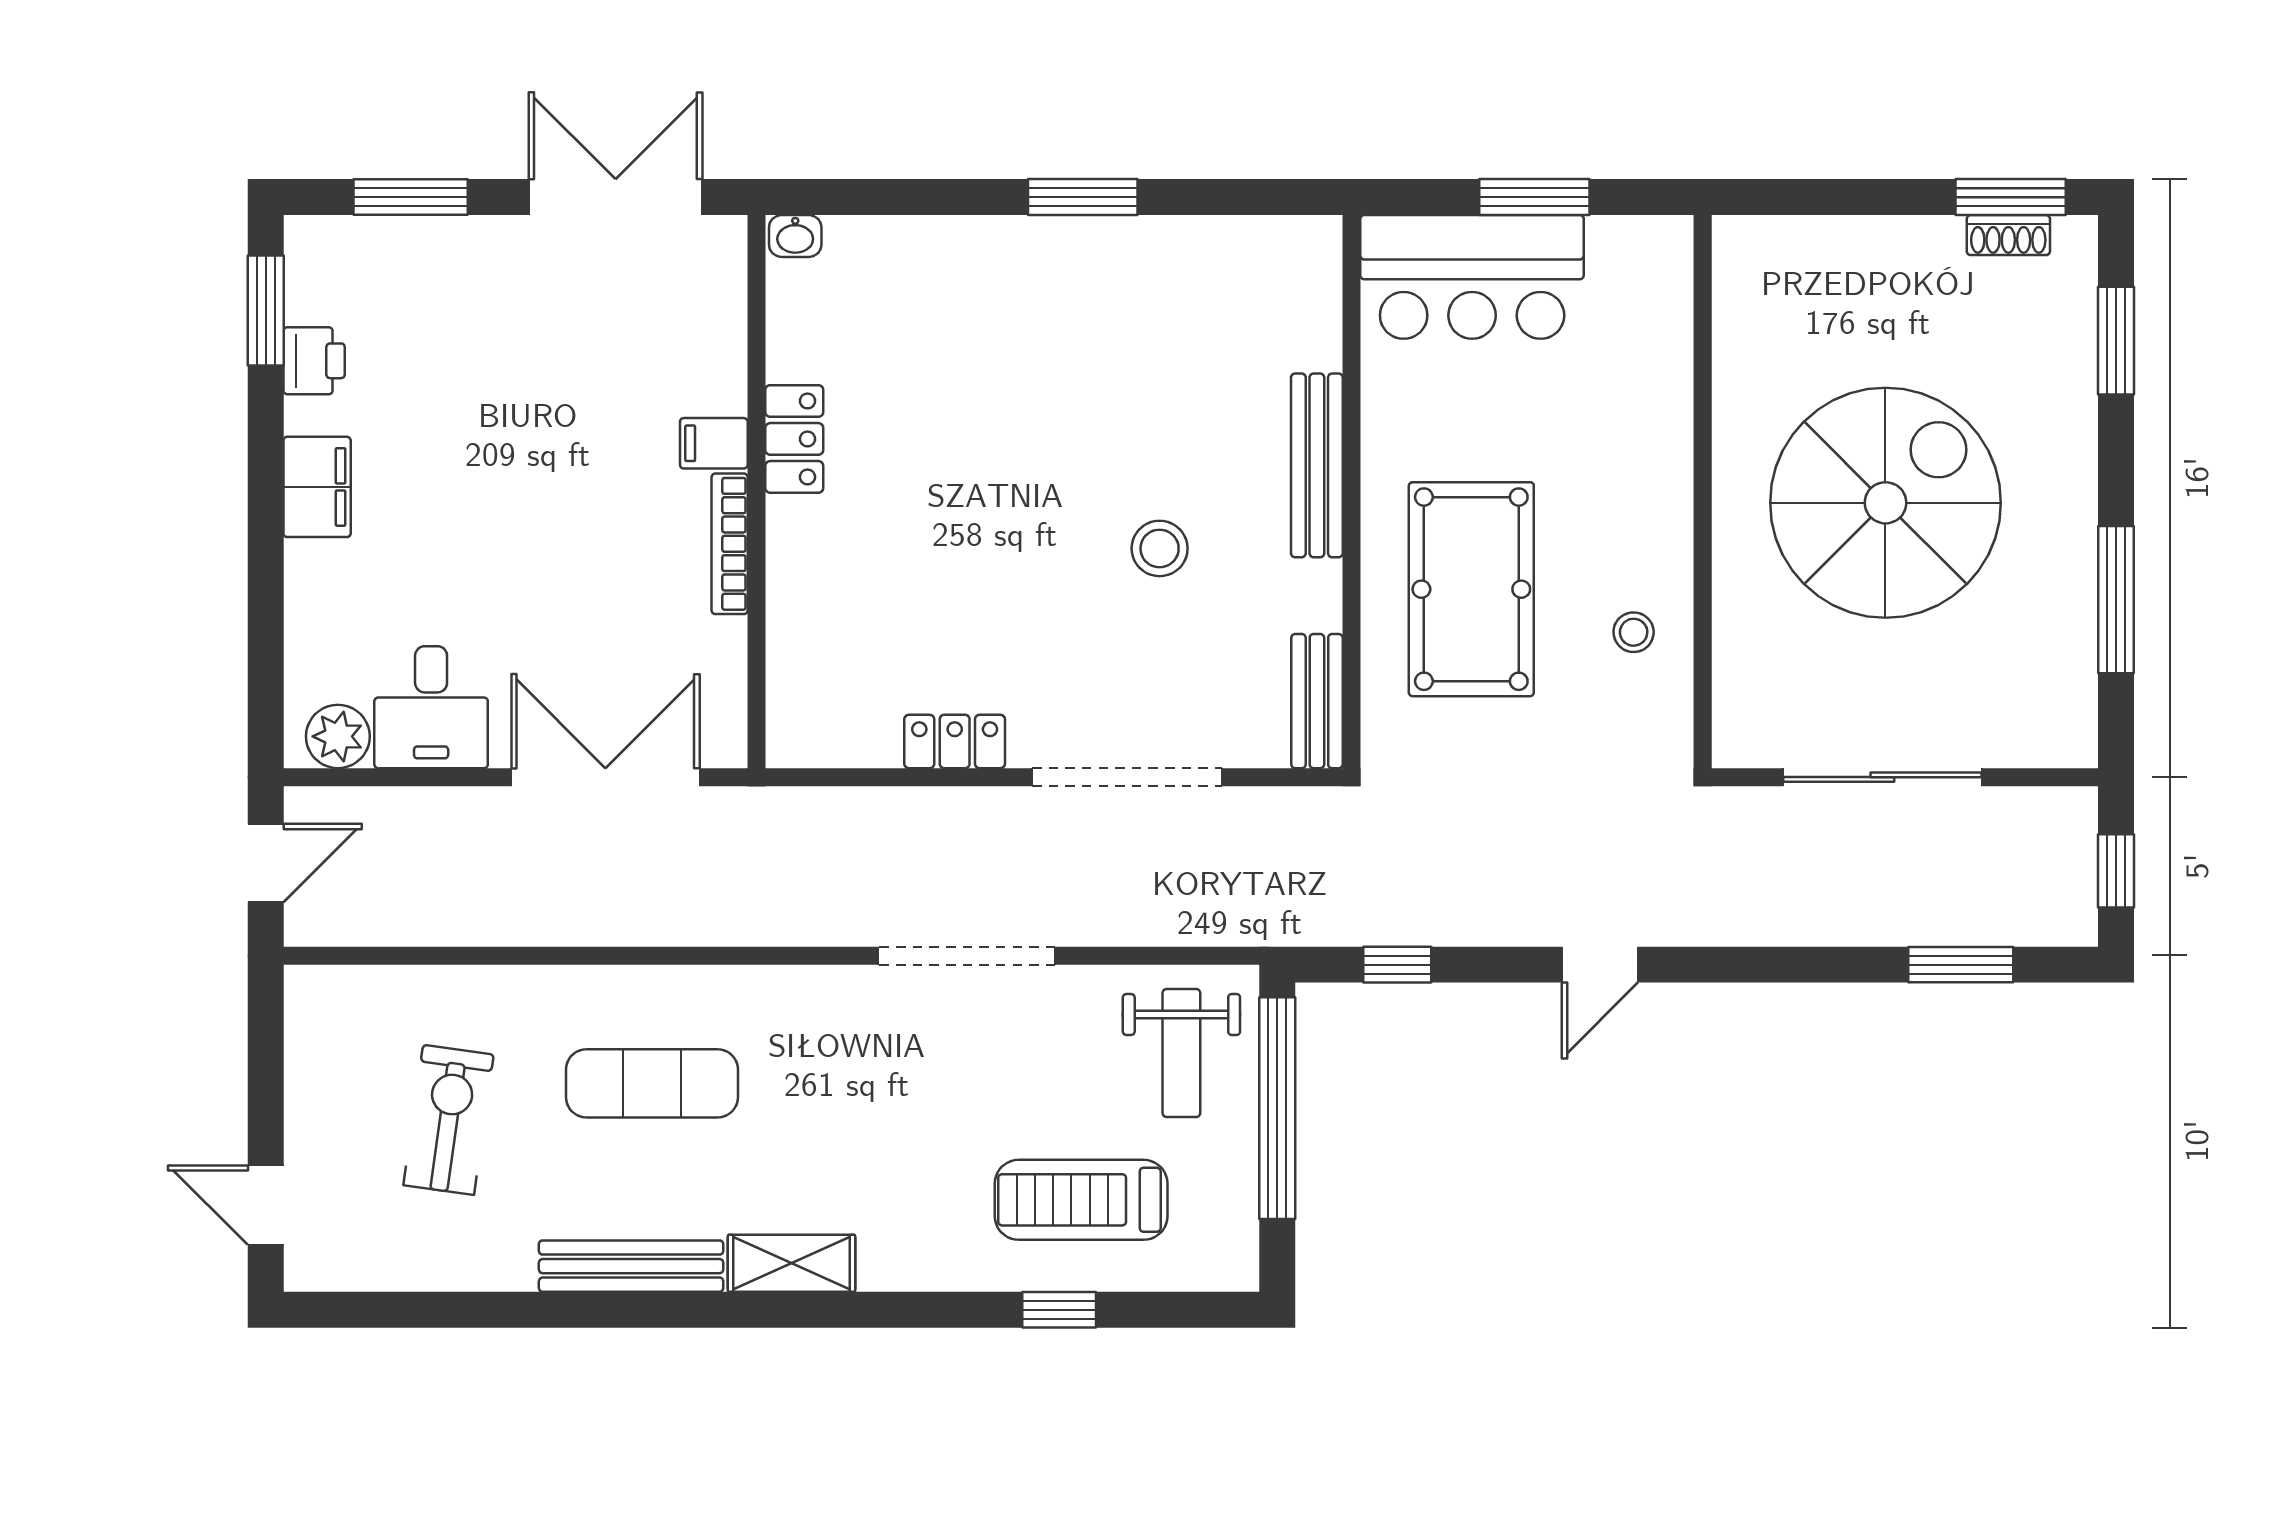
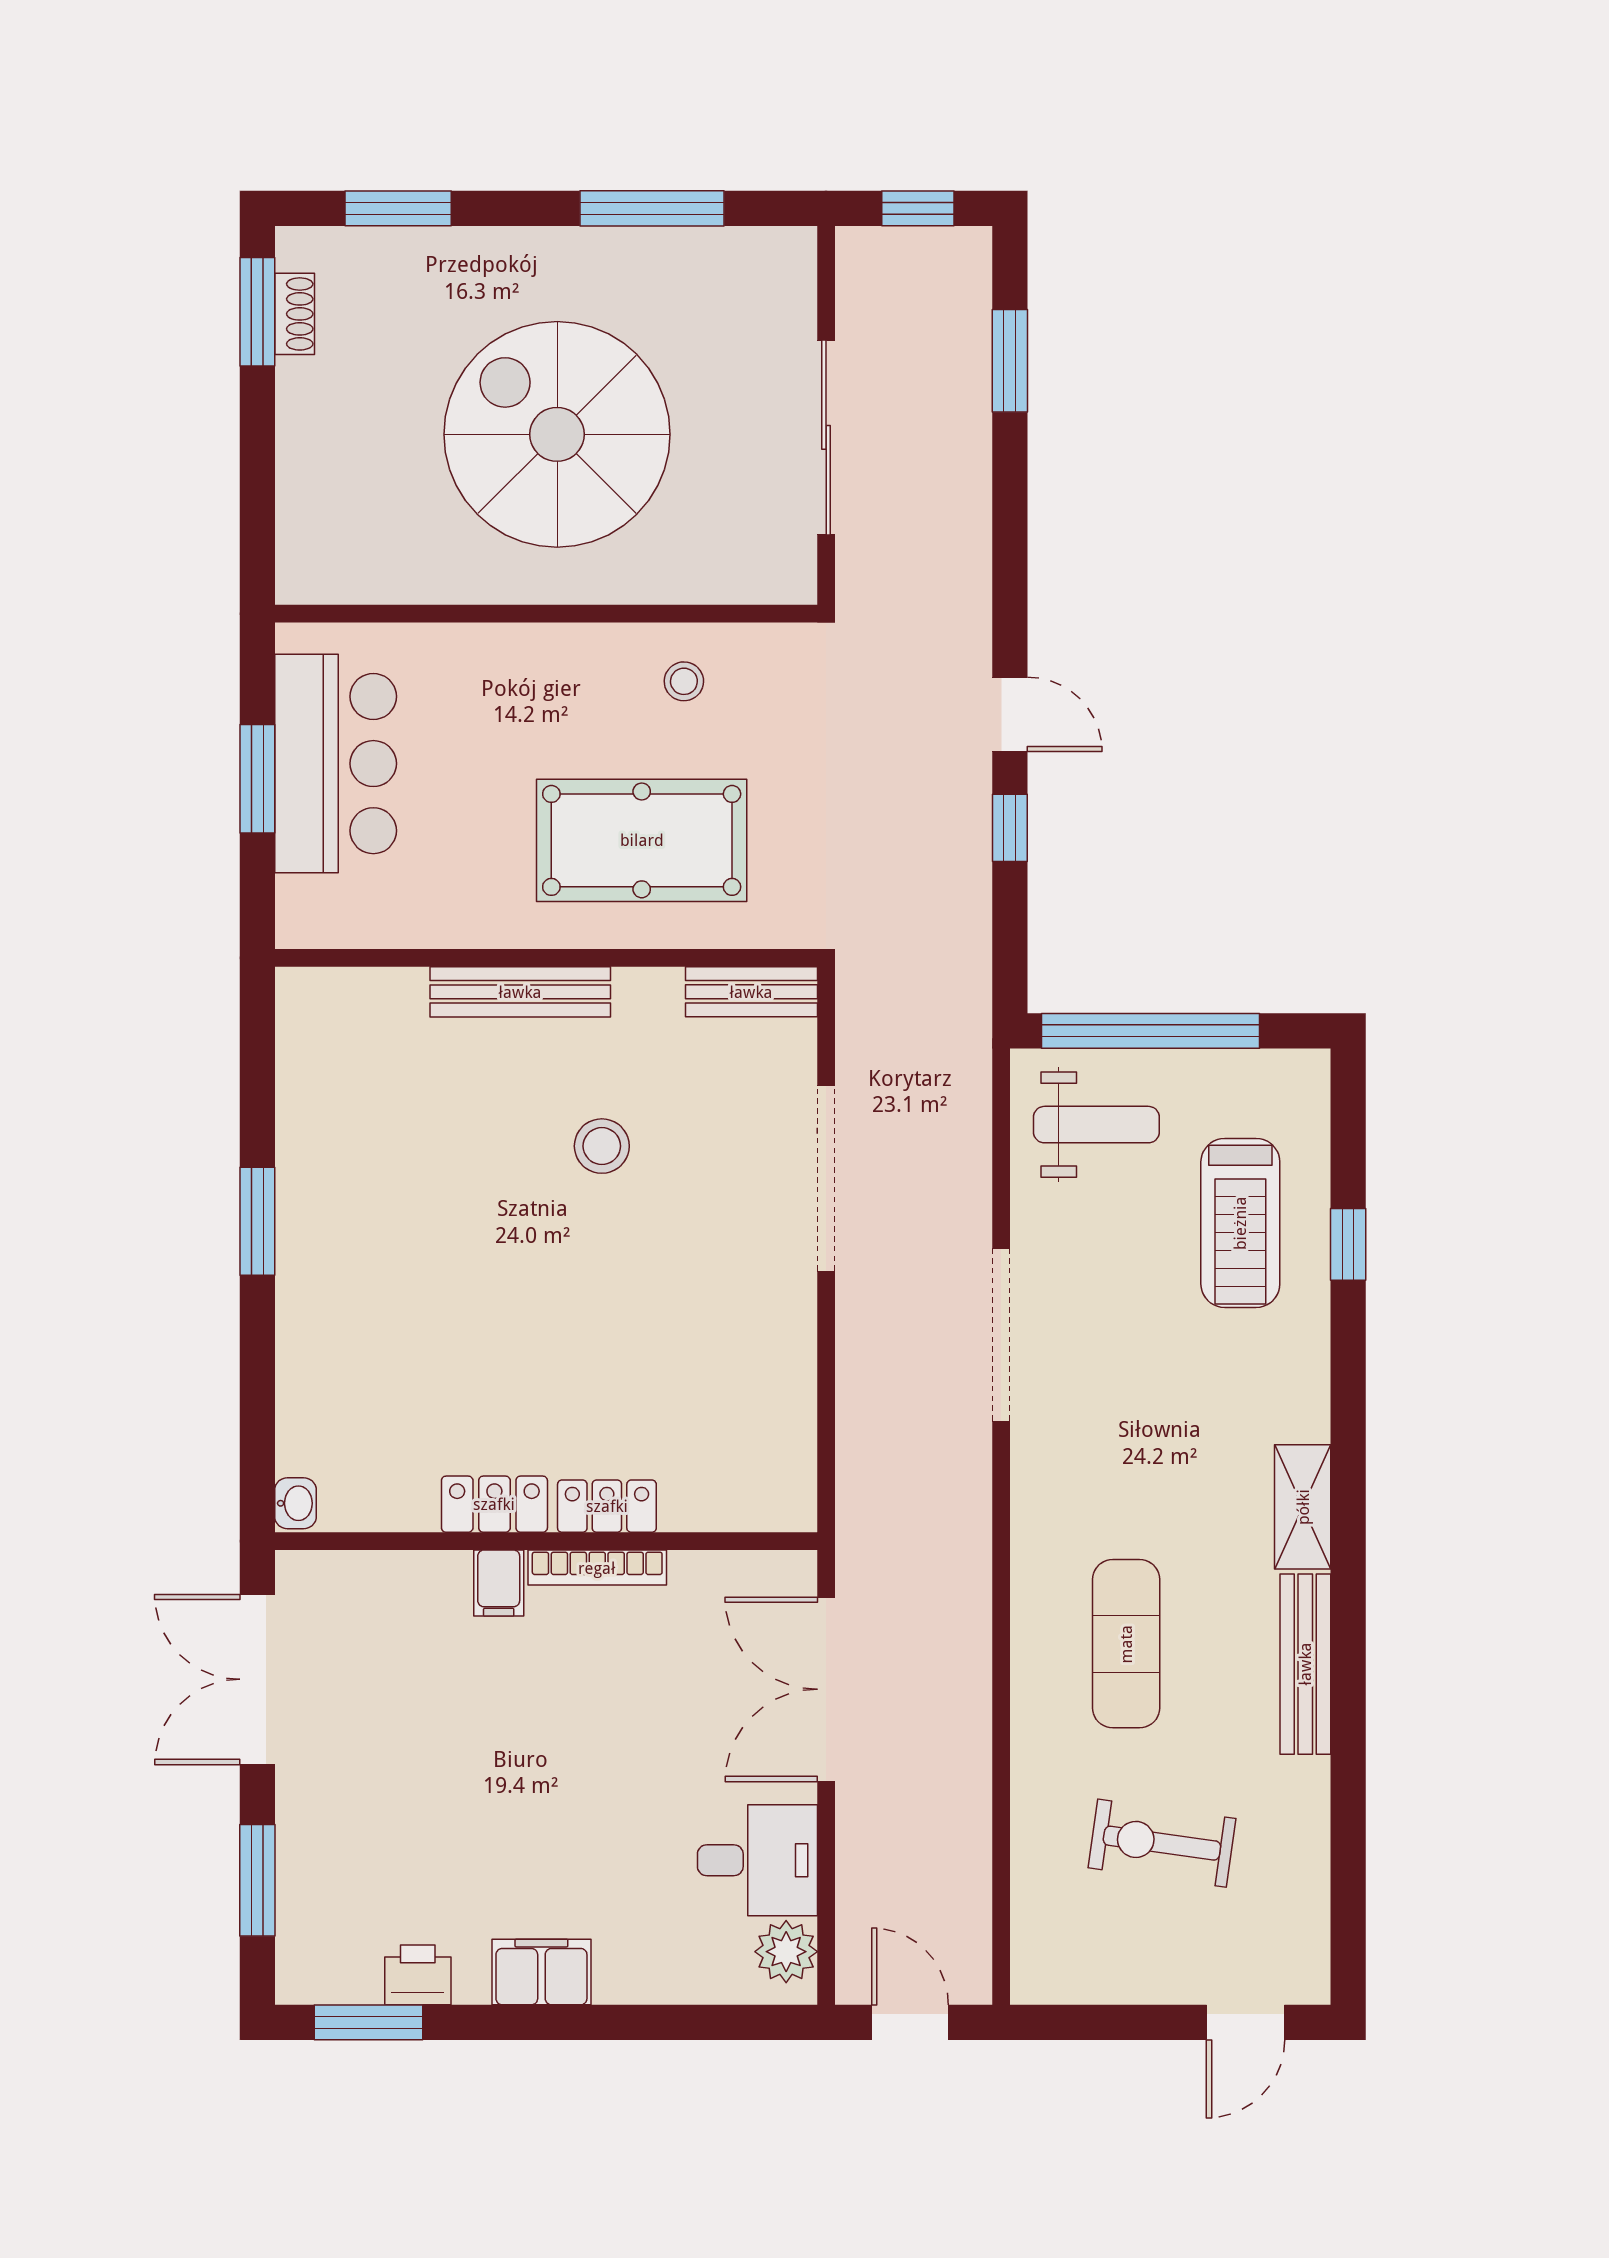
bar counter: (1472, 277) -> (336, 764), moved
locker: (955, 741) -> (607, 1506), moved, turned 90
window: (1397, 965) -> (1010, 828), moved

